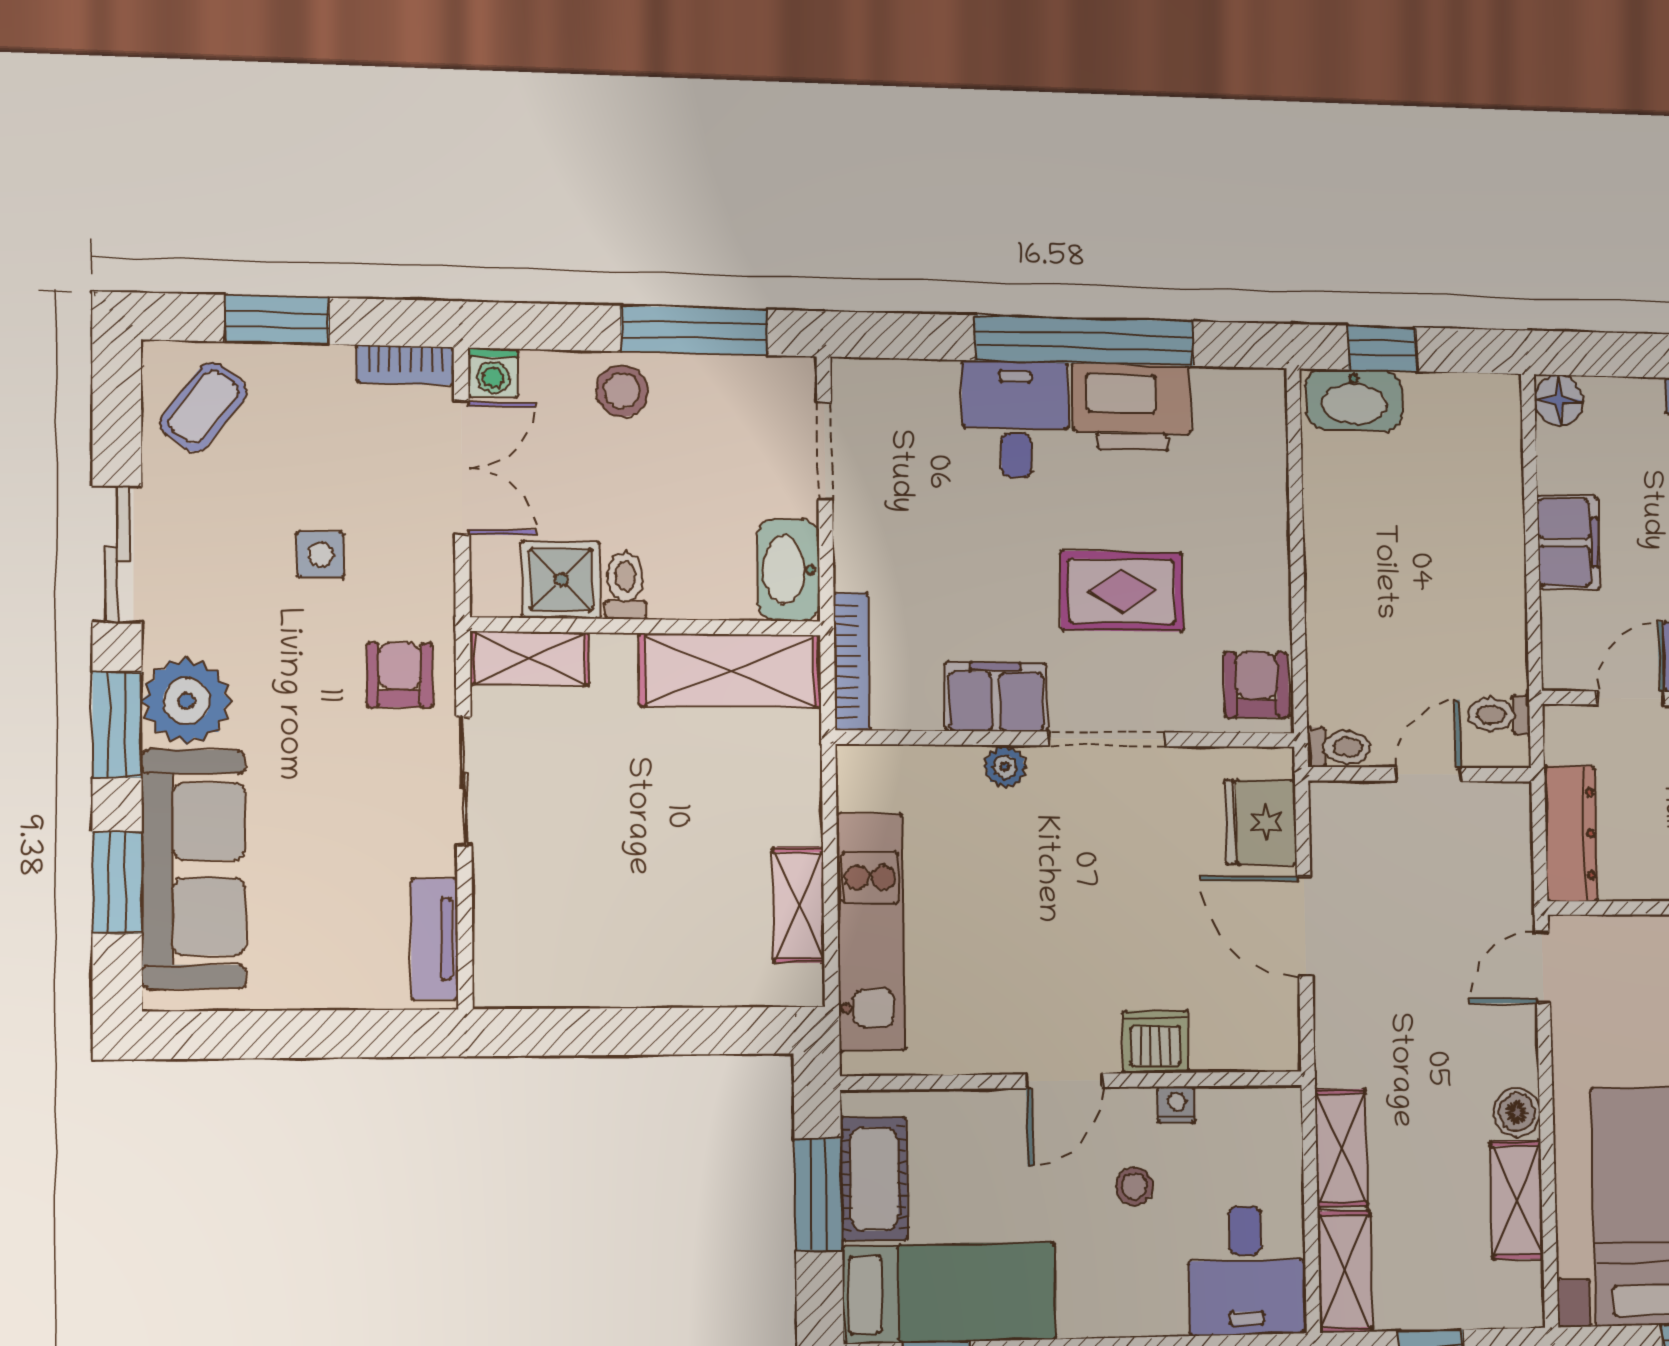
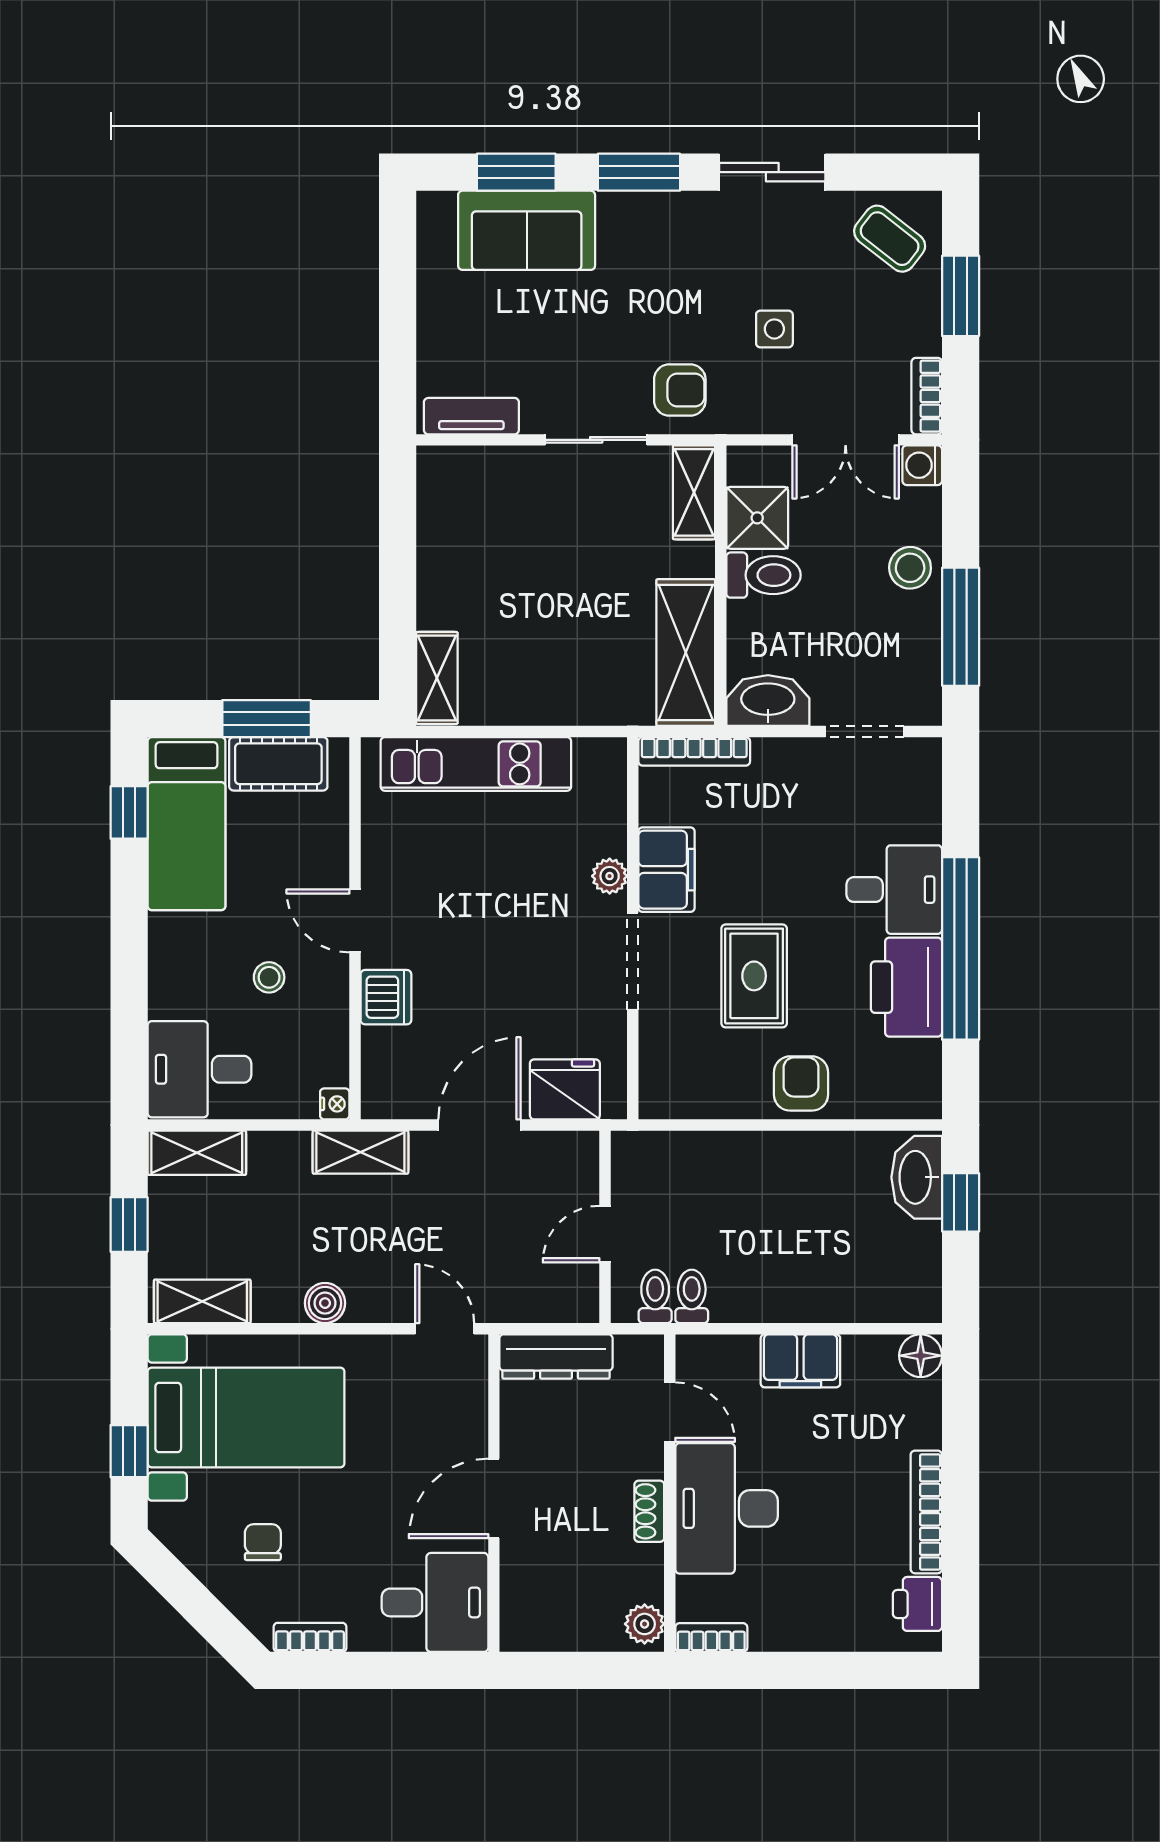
toilet: (625, 586) -> (764, 575), width x1.37, depth x1.39
armchair: (1257, 685) -> (801, 1083), moved, turned -90
plant: (187, 701) -> (658, 225), removed
toilet: (1339, 747) -> (692, 1296), moved, turned 180
door: (1429, 774) -> (605, 1234), swing flipped
sofa: (194, 869) -> (527, 230), width x0.73
shelving: (798, 905) -> (437, 678), moved, turned 90
nightstand: (1176, 1105) -> (335, 1104), moved
shelving: (1341, 1148) -> (360, 1152), moved
shelving: (1517, 1200) -> (202, 1301), moved

